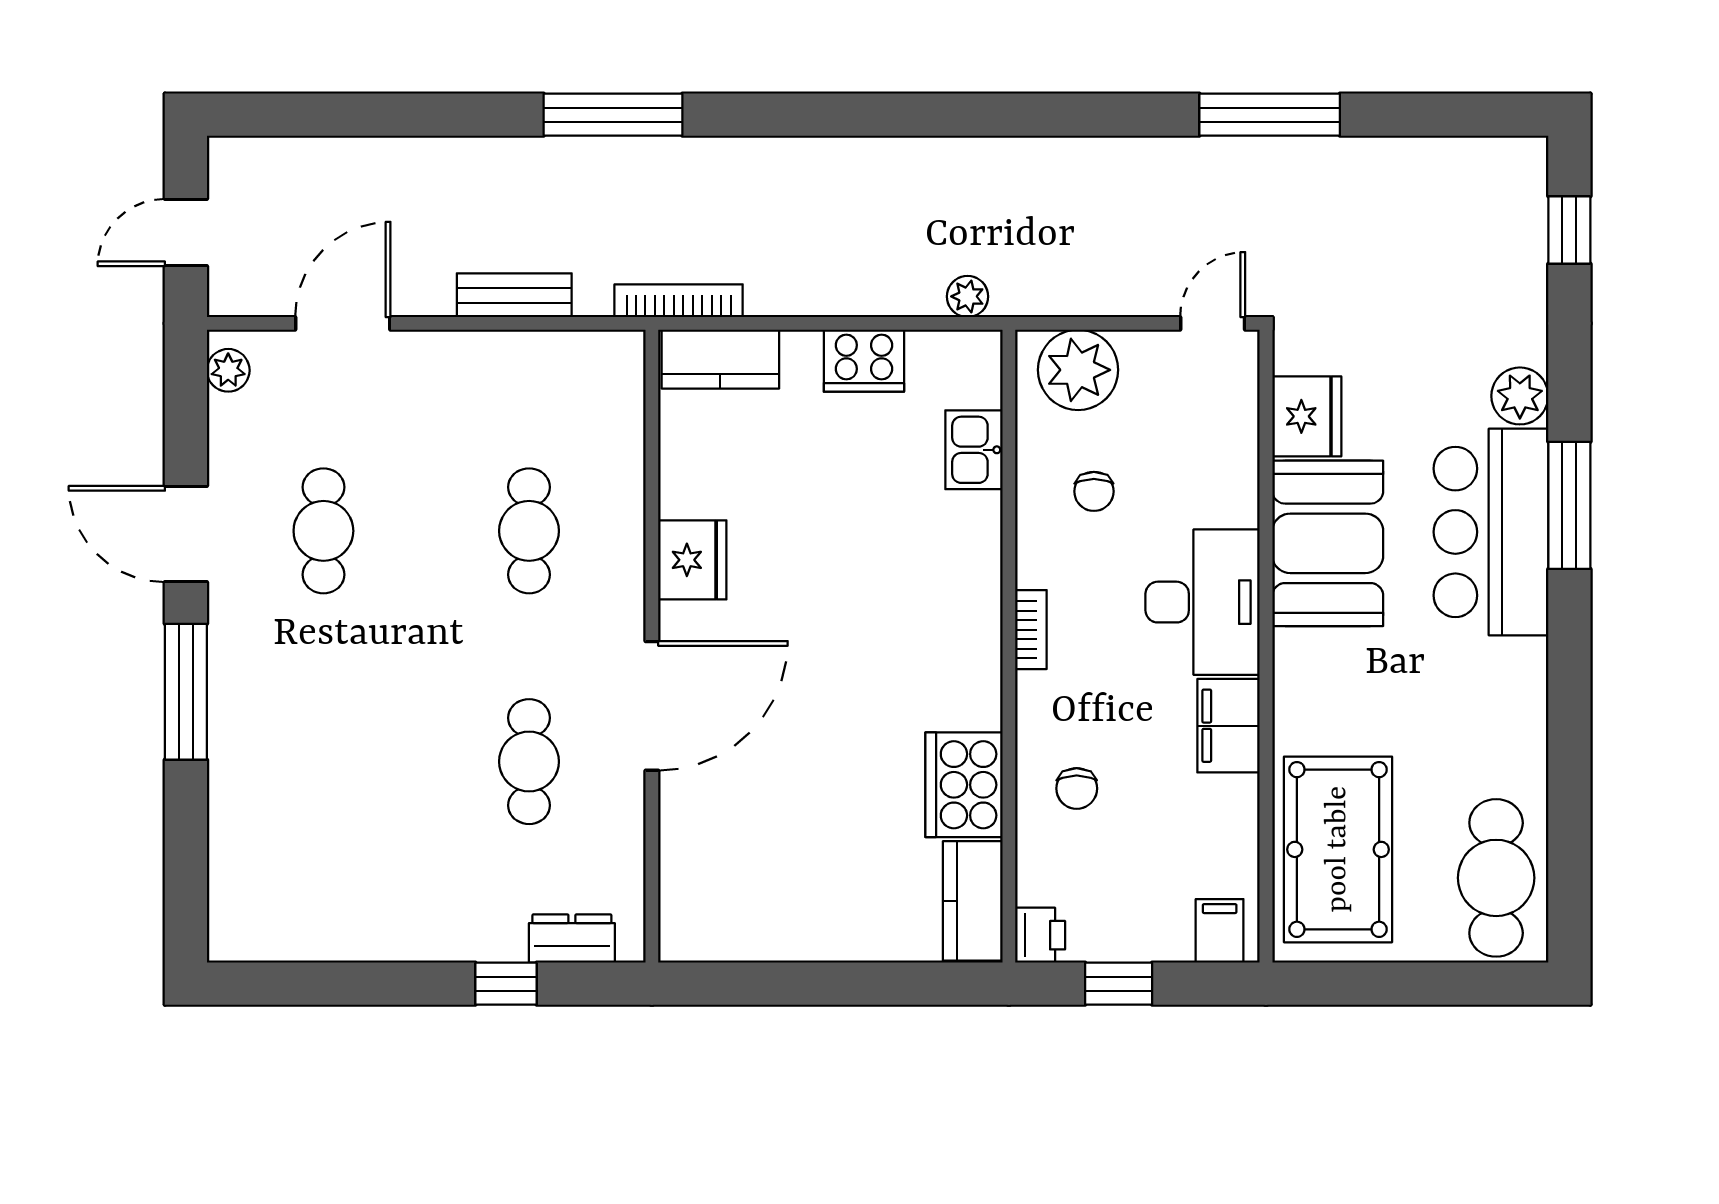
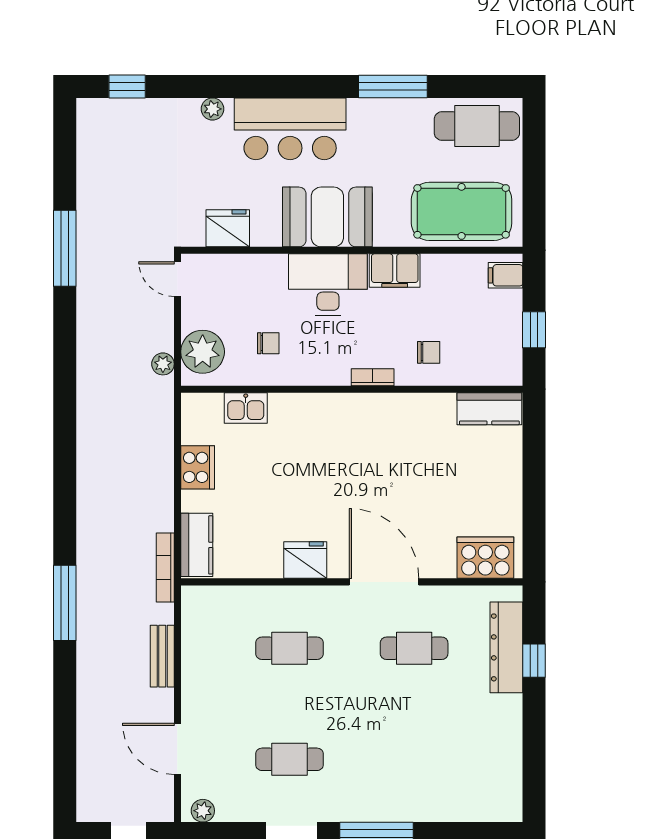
plant: (968, 296) -> (163, 364), moved
plant: (1520, 396) -> (212, 109), width x0.73, depth x0.73
window: (1569, 505) -> (393, 86), moved
booth: (1328, 543) -> (327, 217), moved
bookcase: (1031, 630) -> (373, 377), moved
cooker: (964, 785) -> (485, 558), moved, turned 180
printer: (1040, 935) -> (508, 372), removed
dresser: (572, 939) -> (506, 647), width x1.96, depth x1.24

